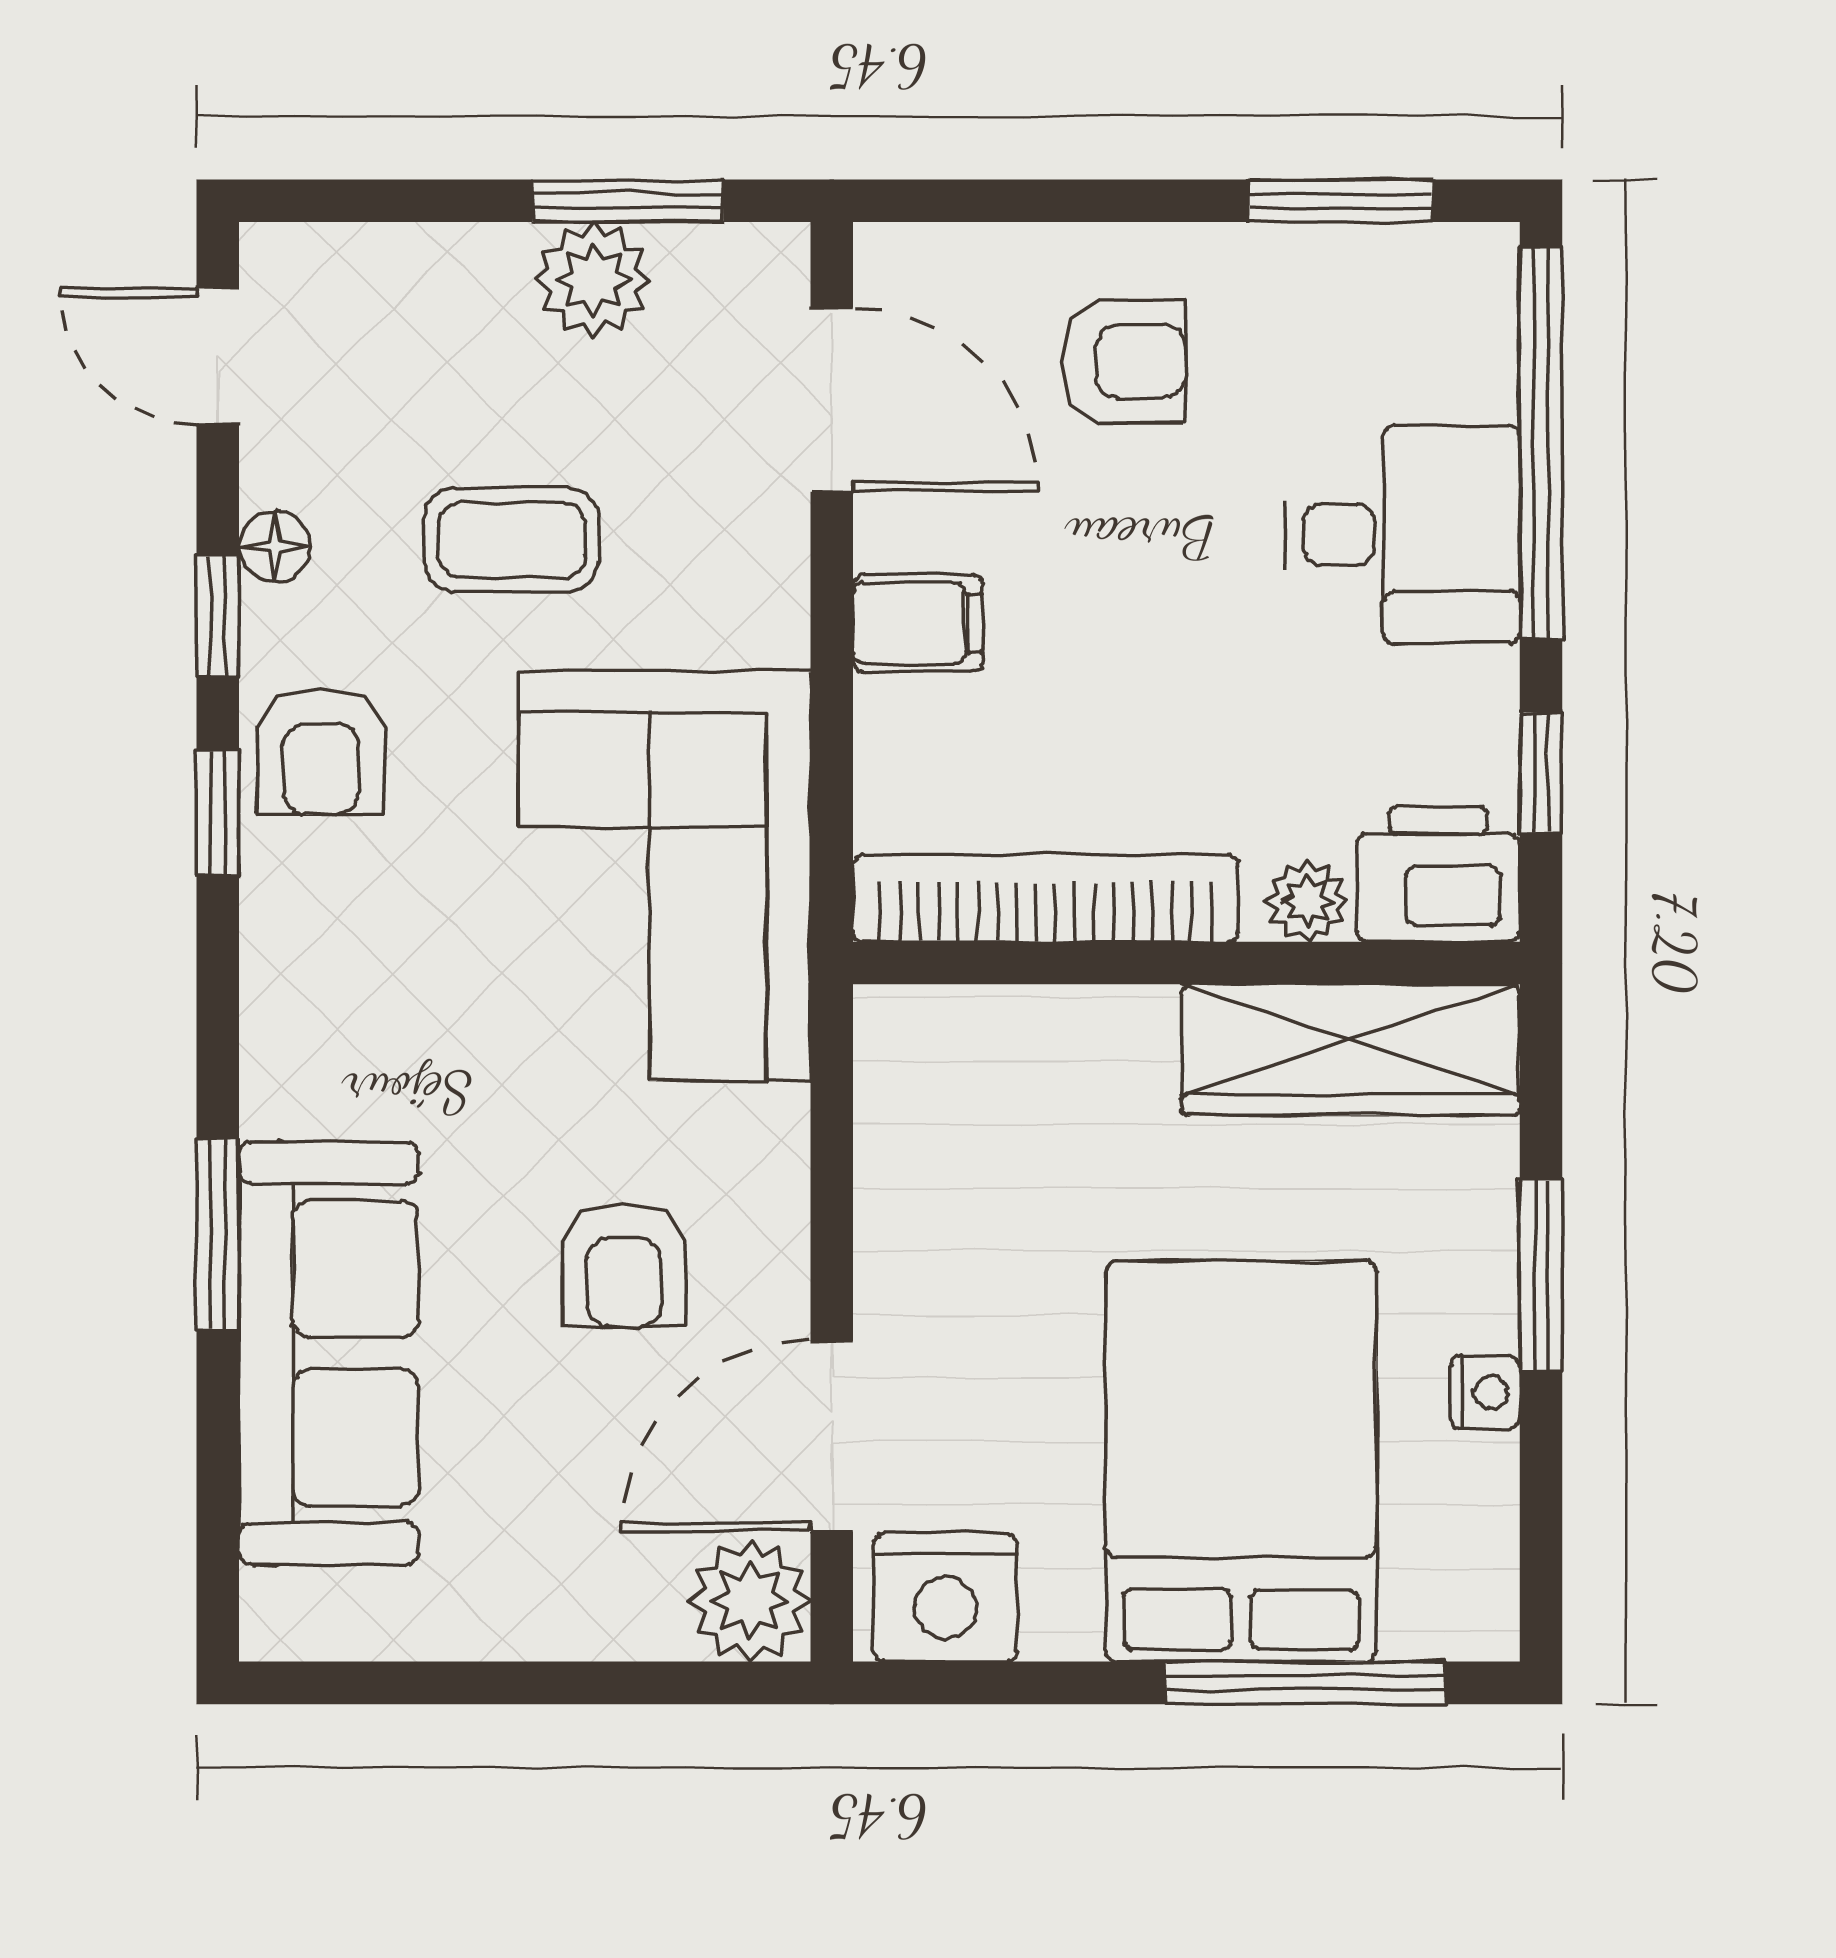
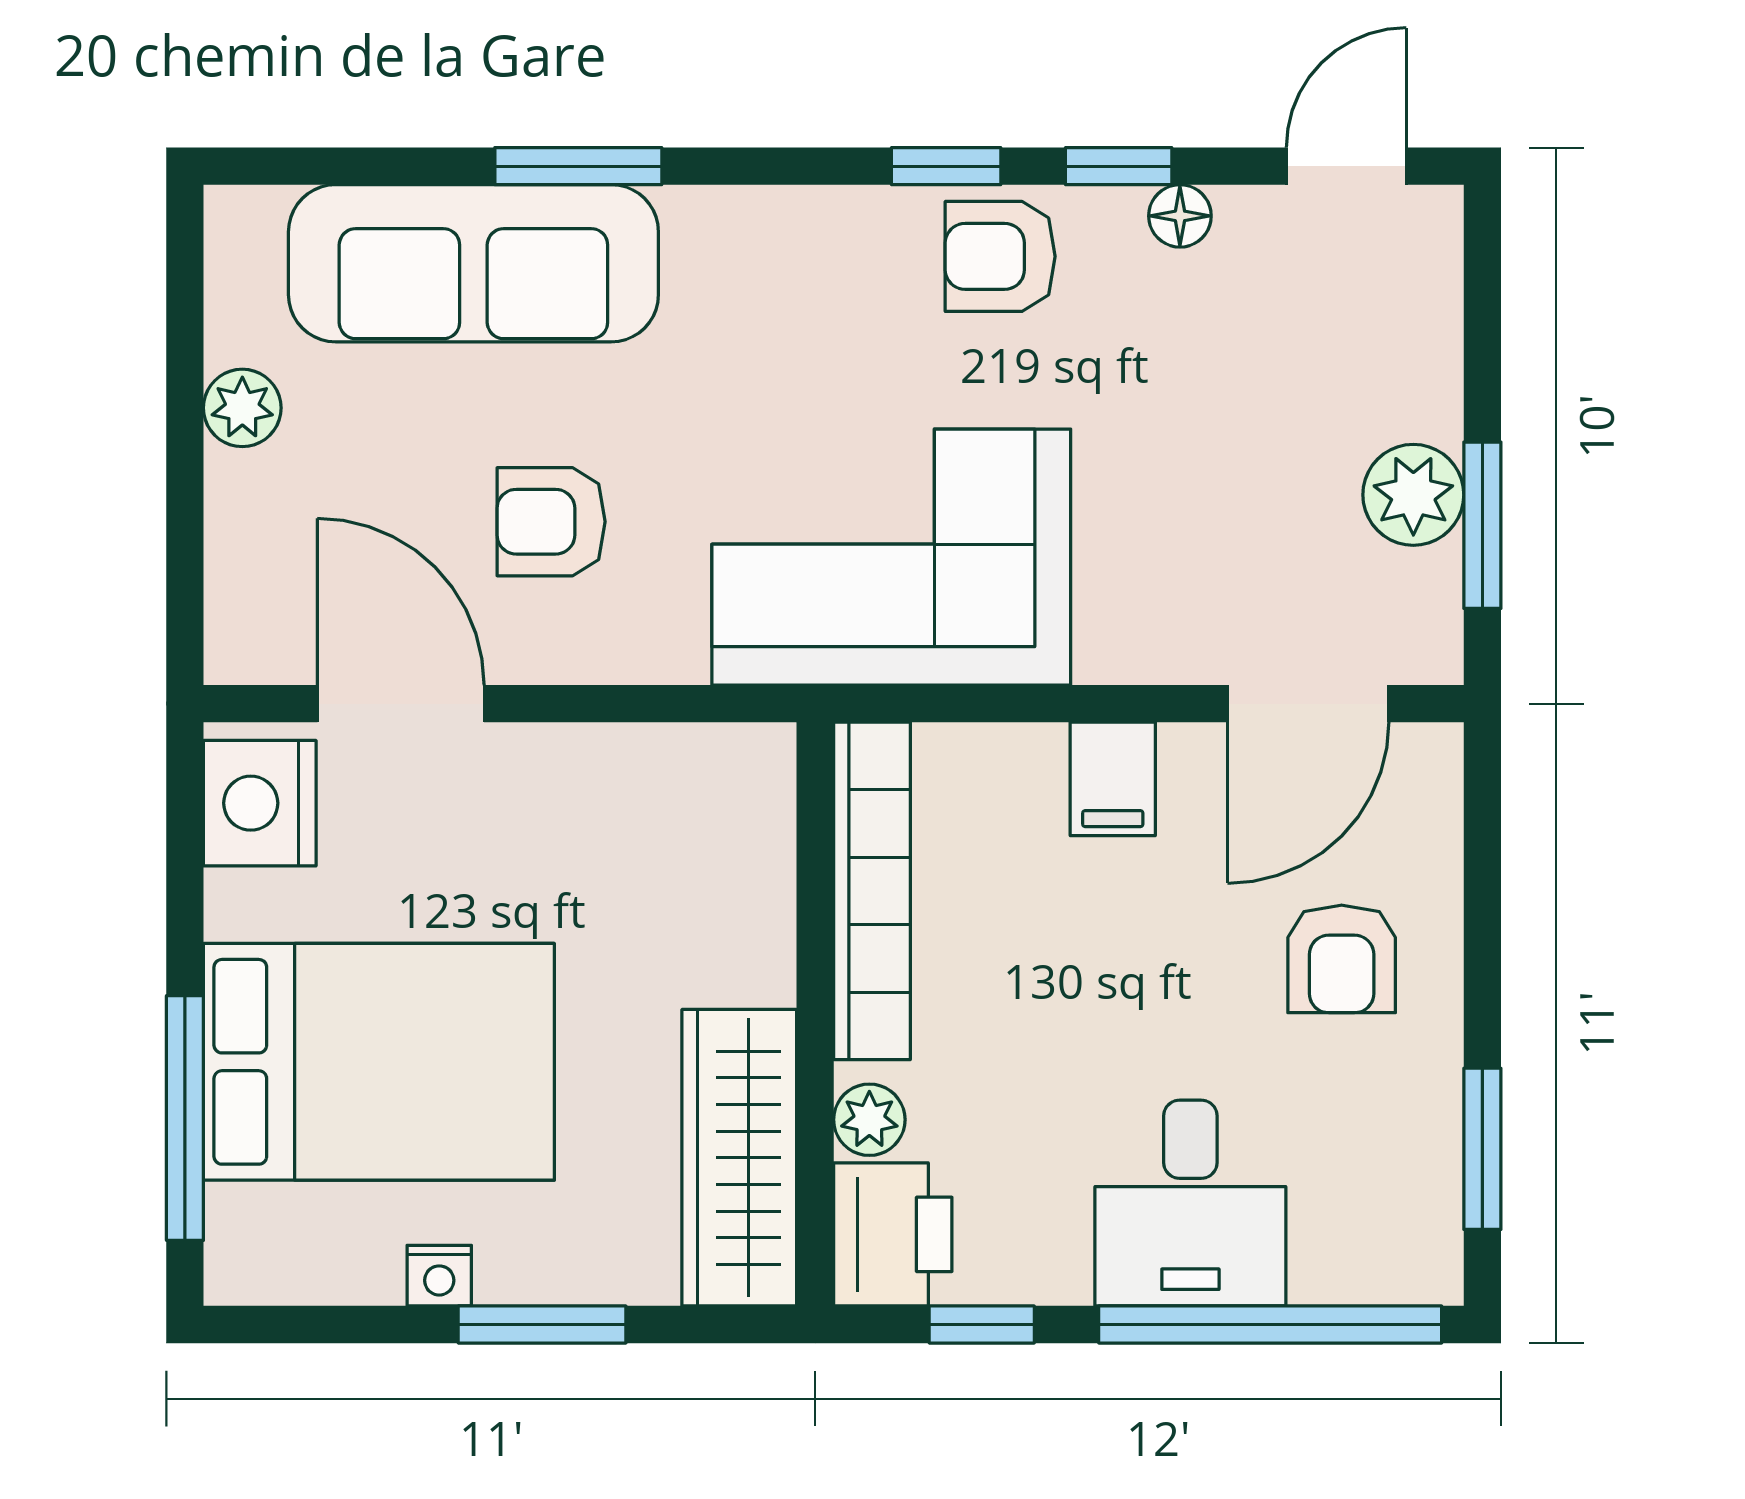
coffee table: (512, 540) -> (1185, 423), removed
plant: (750, 1601) -> (242, 408), moved, width x0.73, depth x0.73

